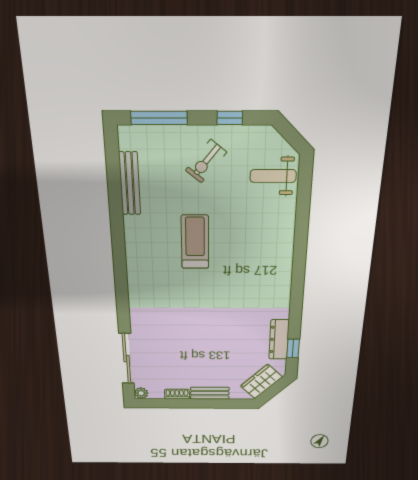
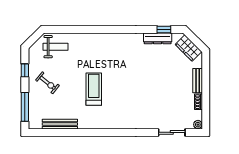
weight bench: (273, 176) -> (55, 47), turned -90
treadmill: (195, 242) -> (94, 89), turned 90
sliding door: (126, 359) -> (172, 132), width x0.73

